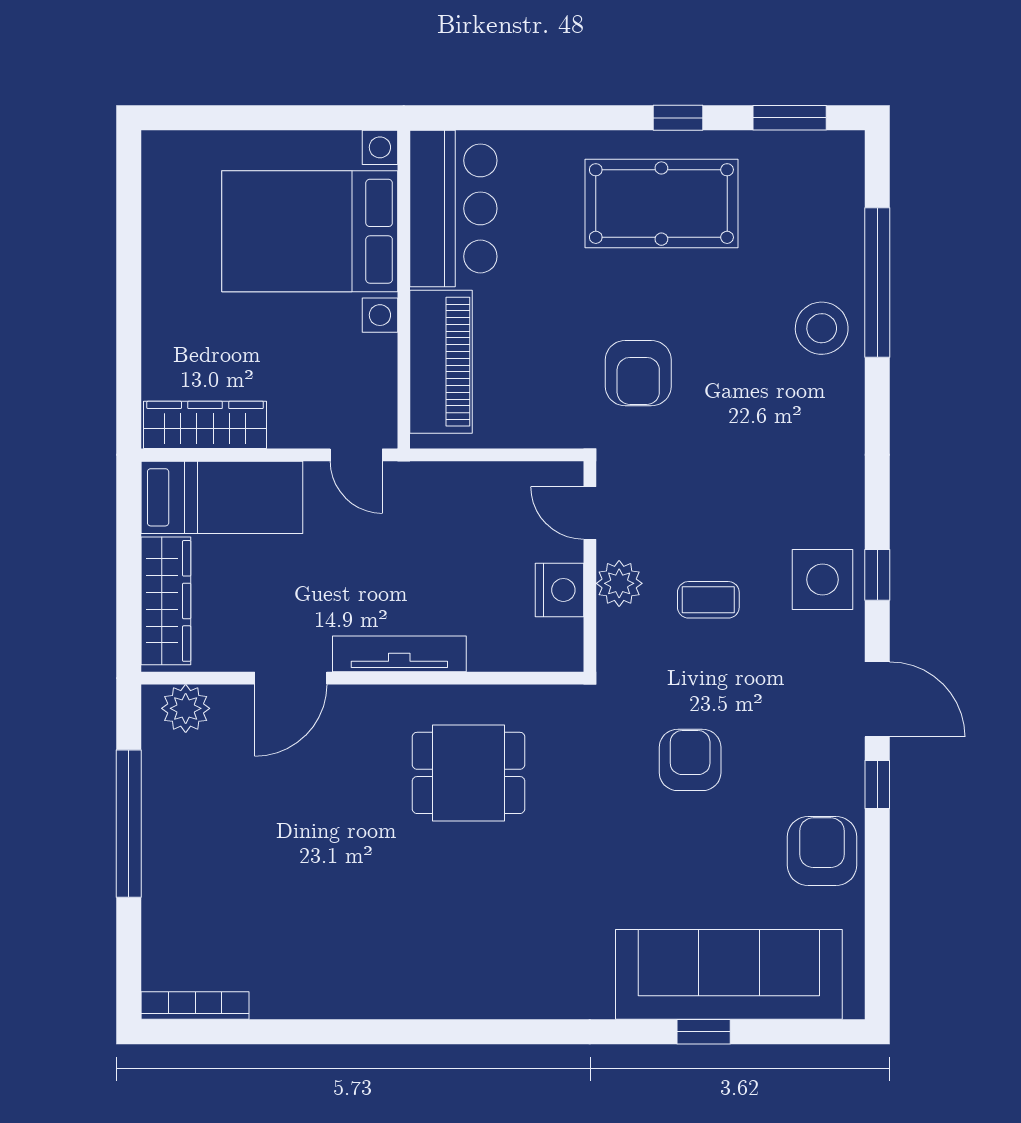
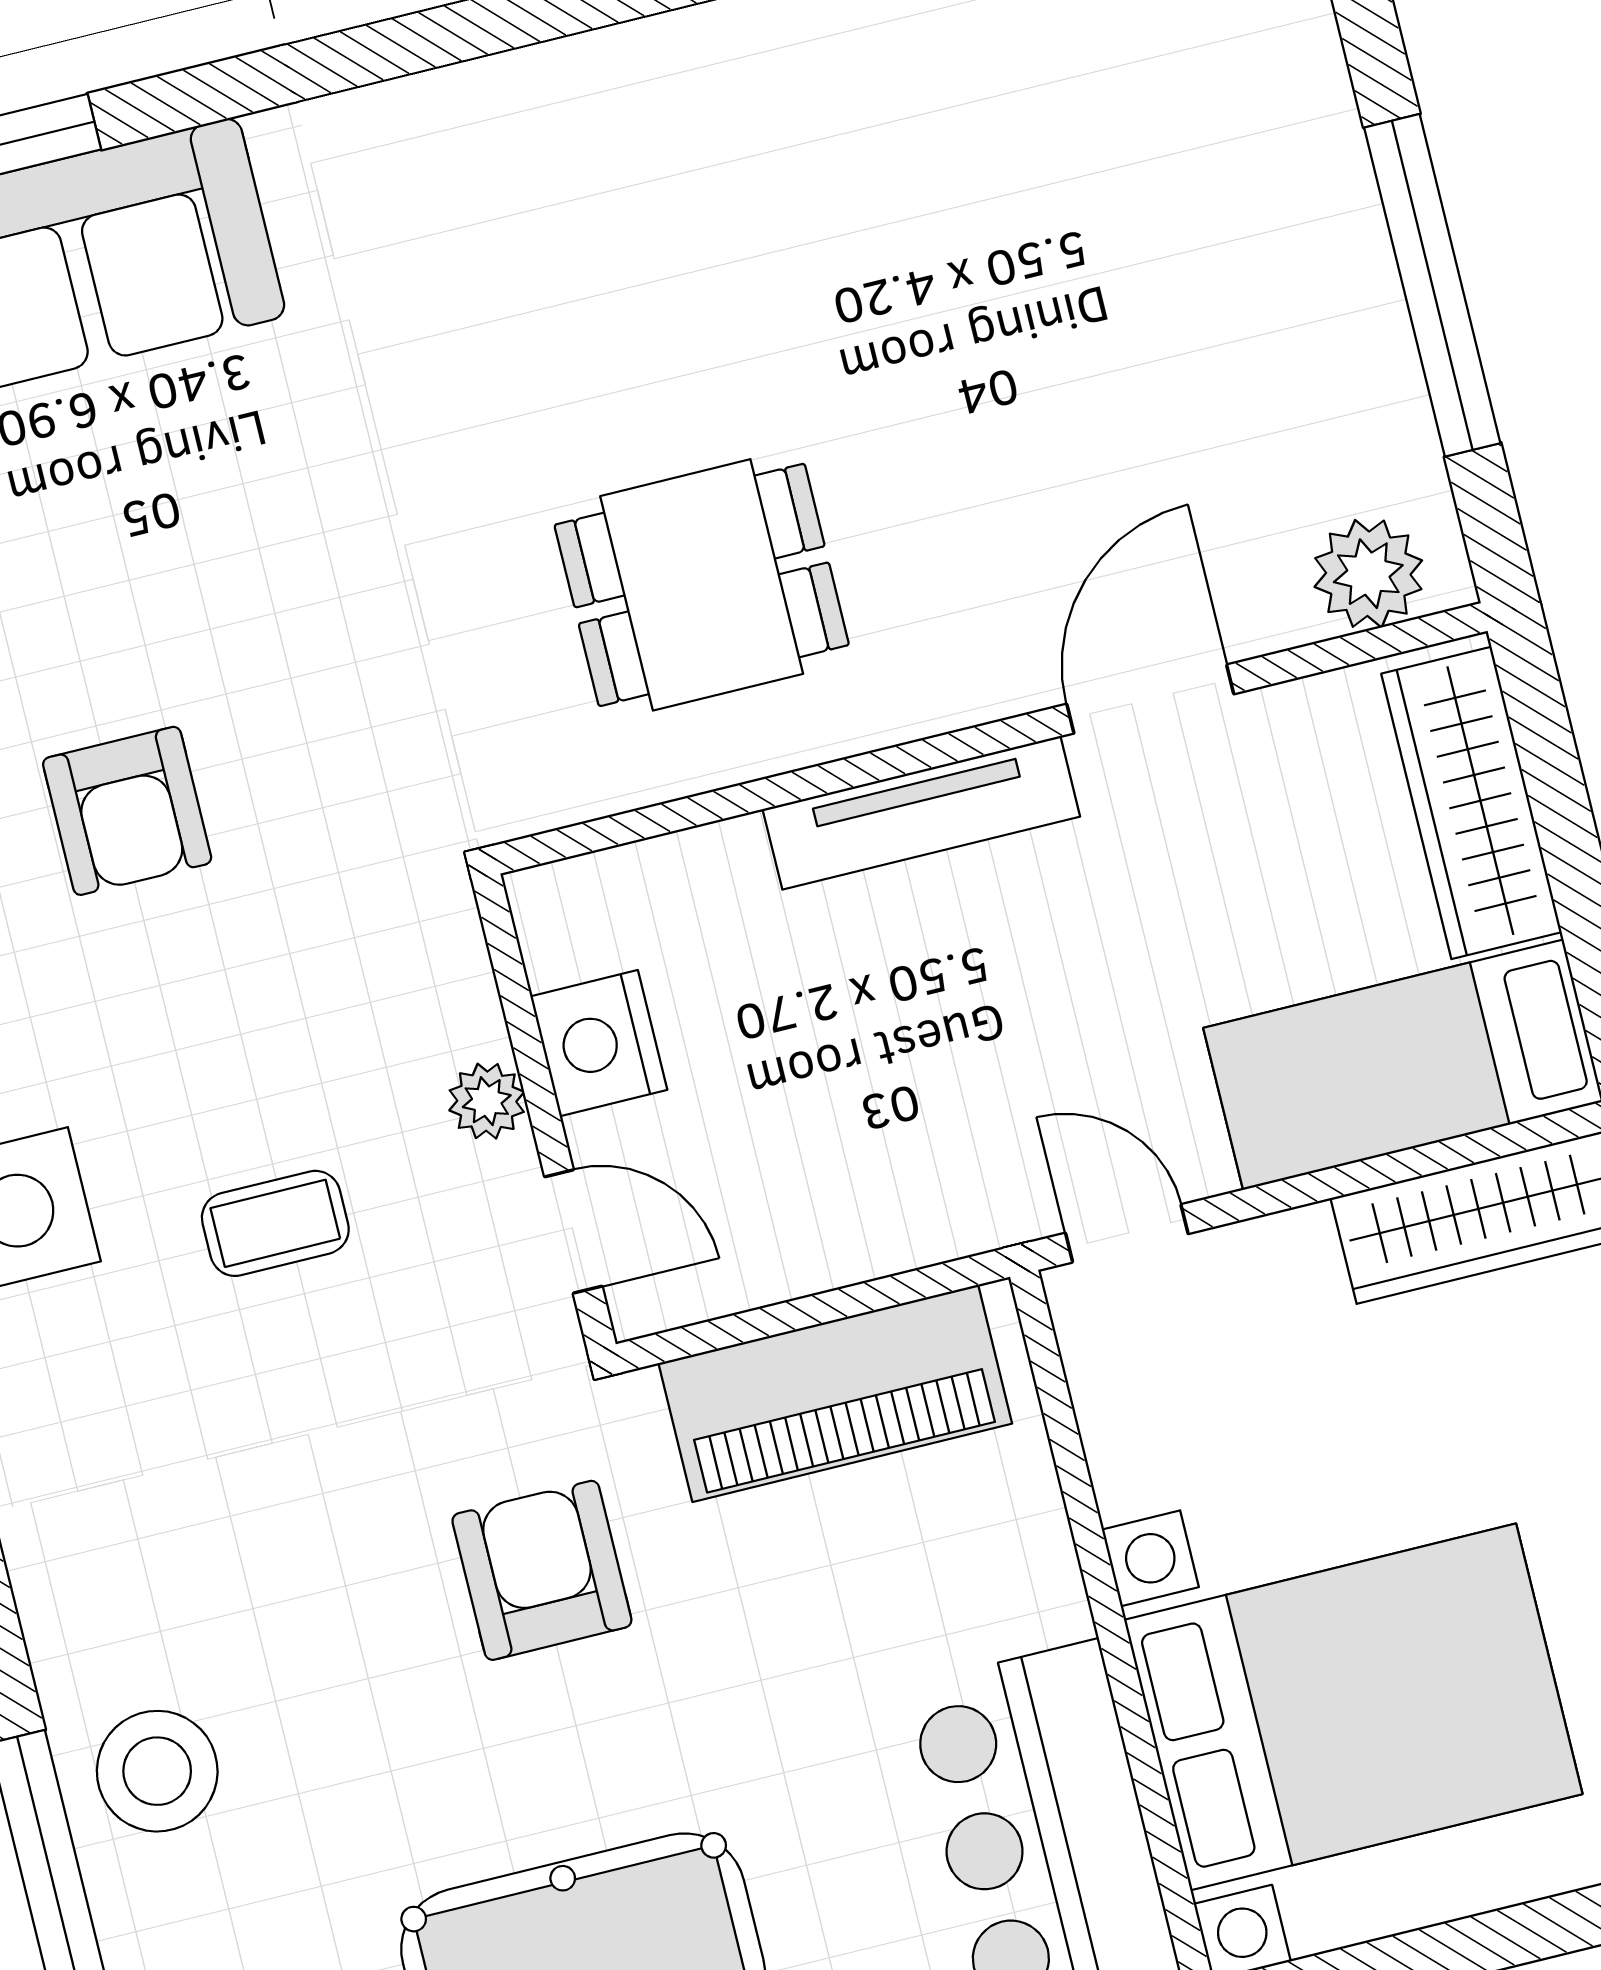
piano: (441, 362) -> (835, 1393), moved, turned -90
plant: (619, 583) -> (487, 1101), width x0.73, depth x0.73
coffee table: (708, 600) -> (275, 1223), moved
armchair: (690, 760) -> (127, 811), moved

